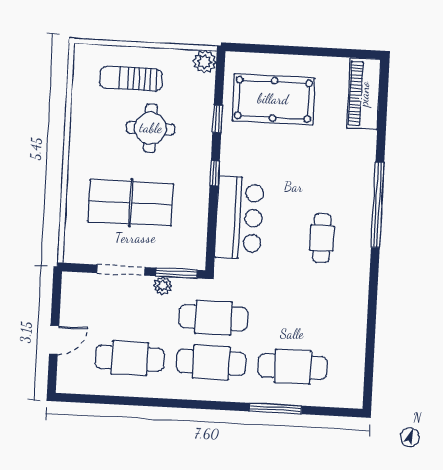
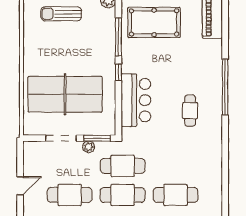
window: (217, 119) -> (118, 37), width x2.17
round table: (151, 128) -> (75, 45), removed
table tennis table: (131, 203) -> (65, 94), width x1.36, depth x1.32

